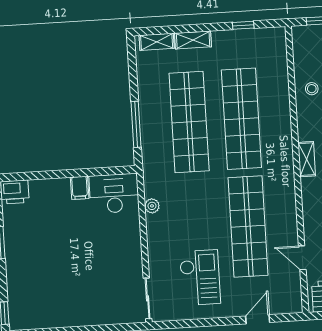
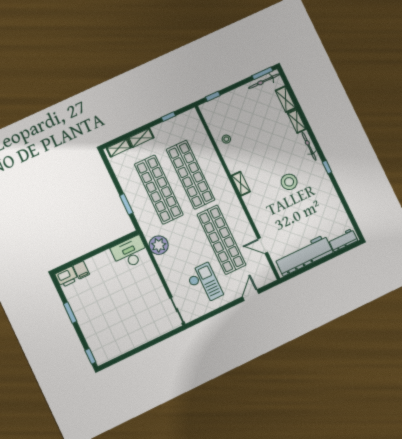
window: (136, 124) -> (126, 204), width x0.69
filing cabinet: (80, 188) -> (81, 270), moved
plant: (152, 206) -> (159, 245), width x1.88, depth x1.88

